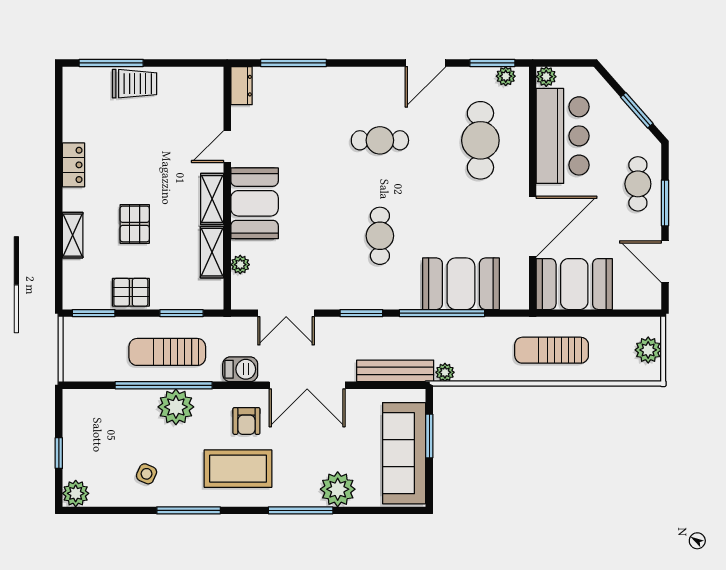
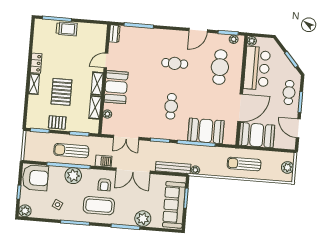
pallet: (135, 224) -> (61, 92), width x1.50, depth x1.42
shelving: (73, 235) -> (34, 84), moved
armchair: (93, 419) -> (35, 178), added

